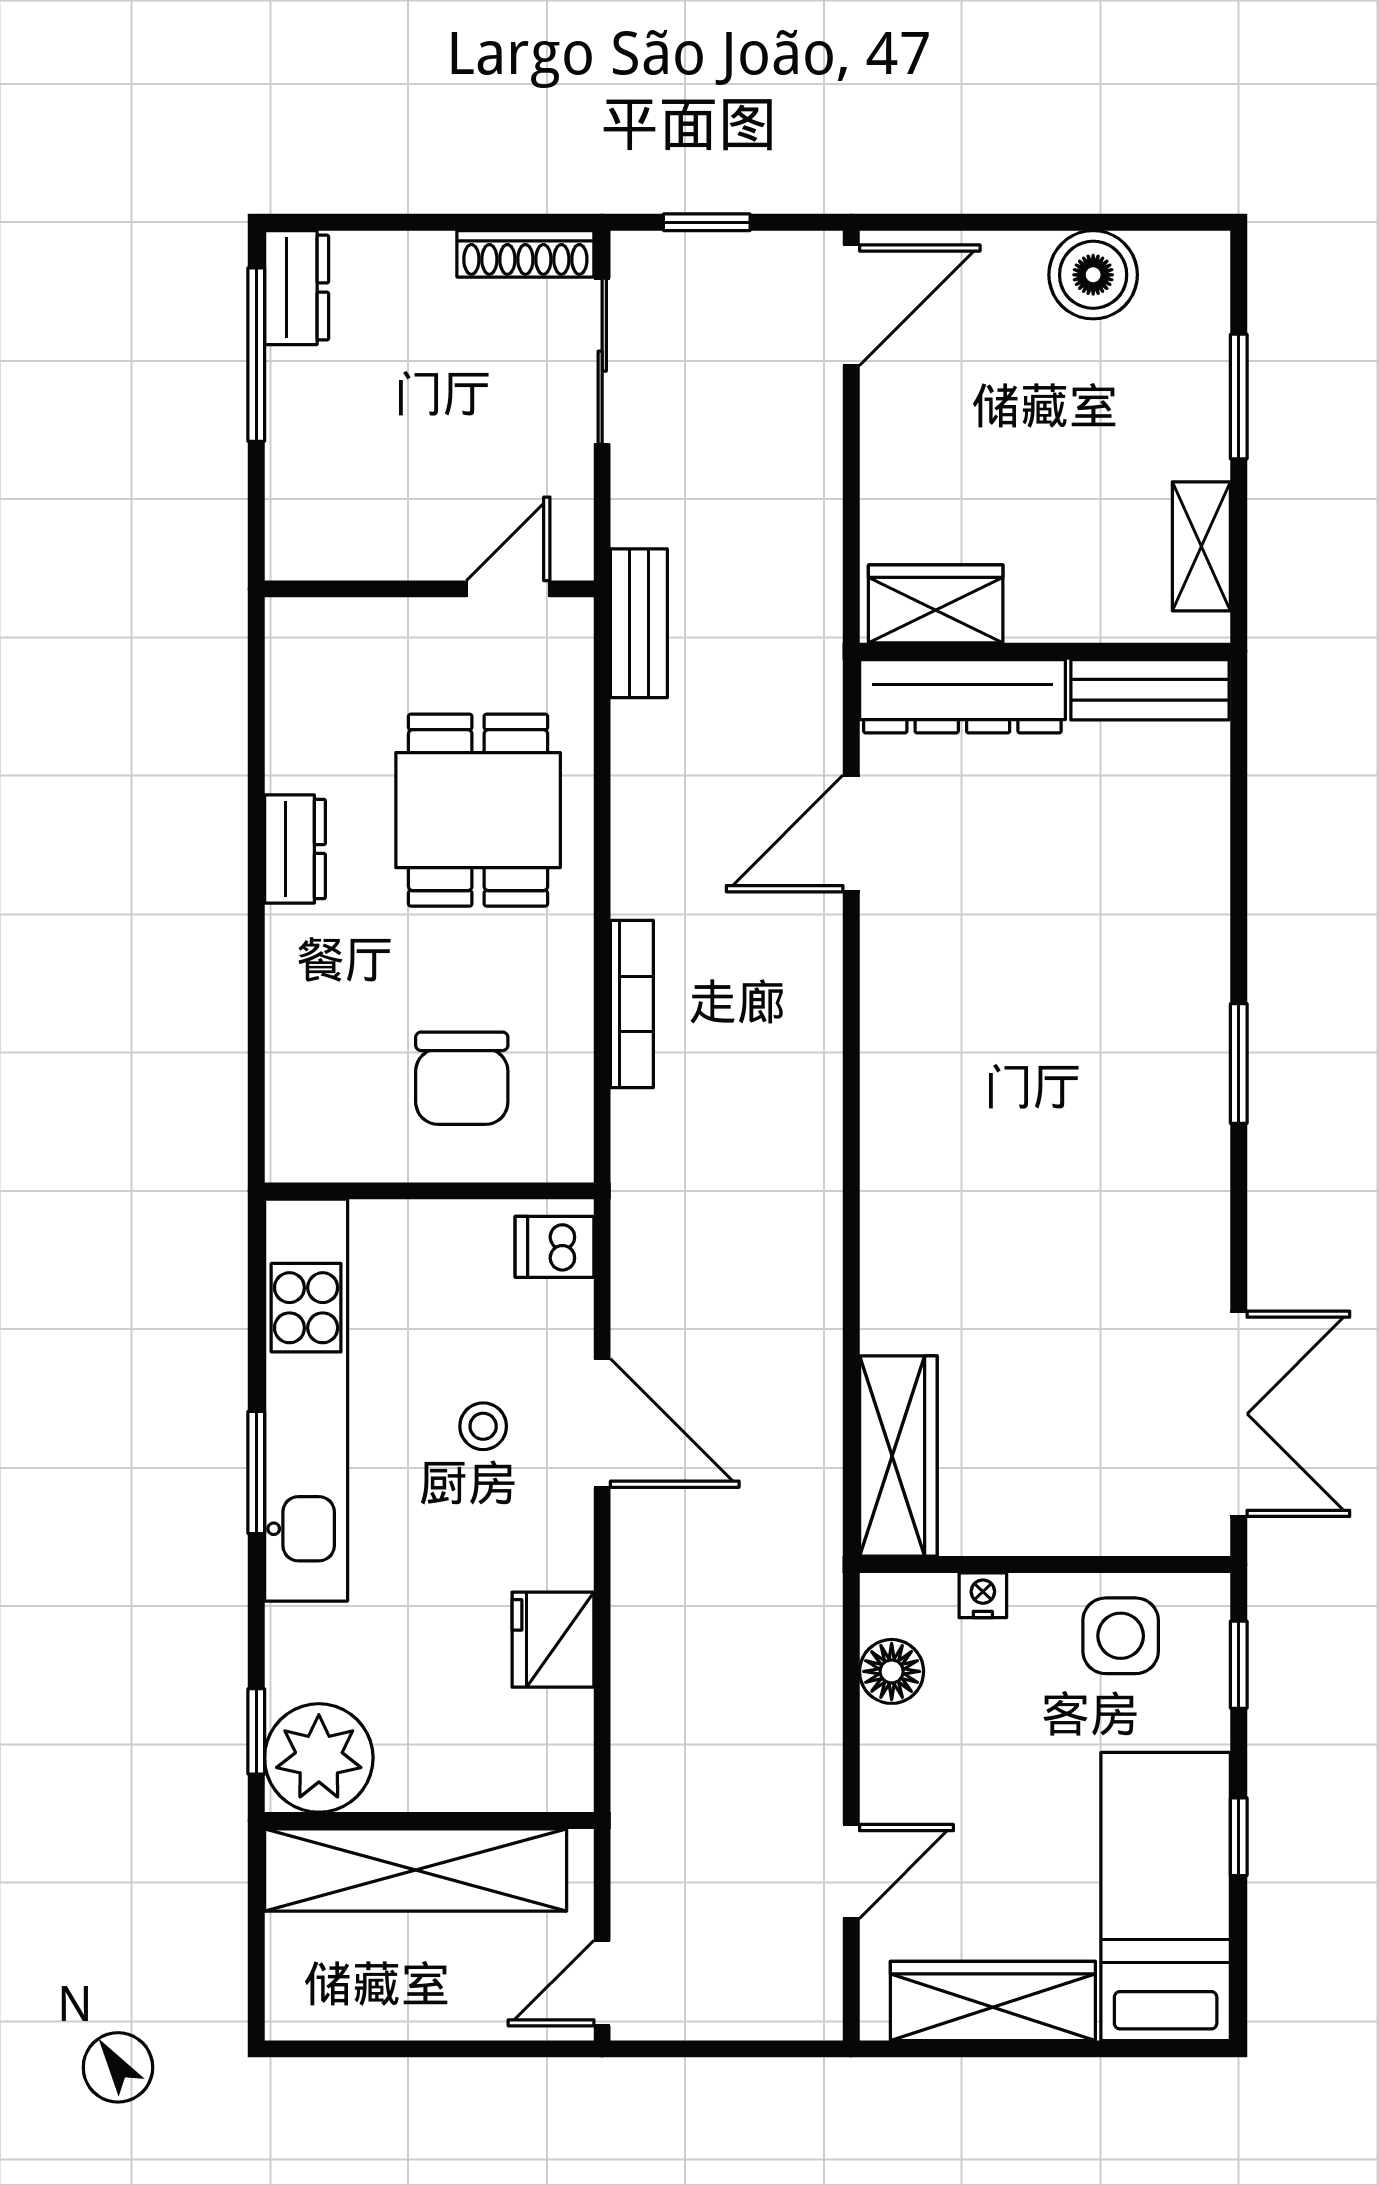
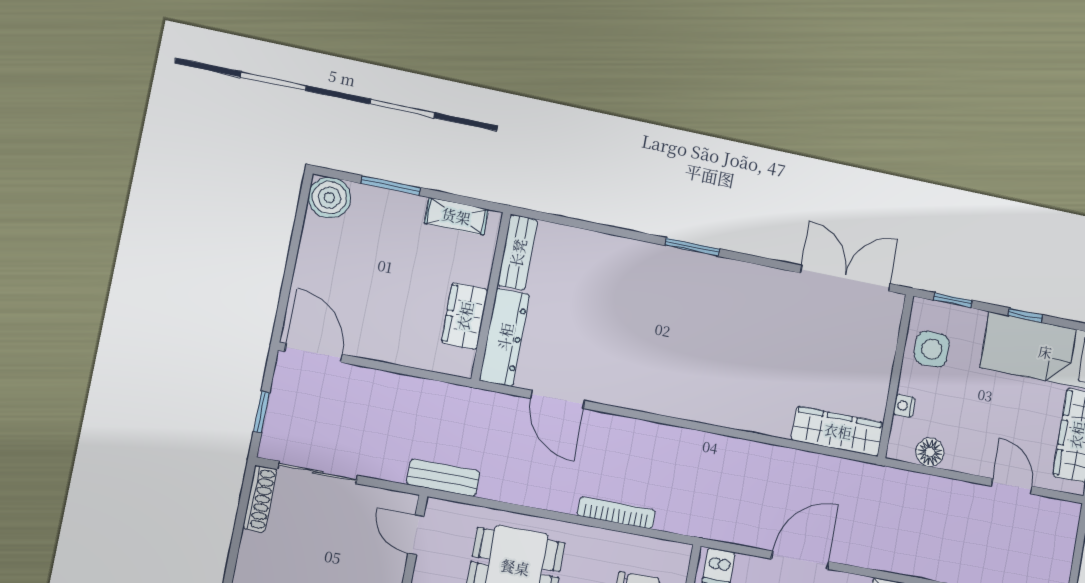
boiler: (1093, 275) -> (329, 198), moved
wardrobe: (936, 604) -> (465, 316), moved

